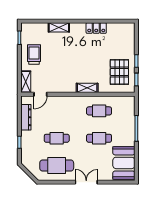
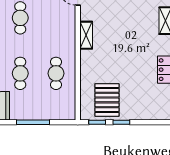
pallet: (119, 72) -> (107, 100), turned 90
shelving: (87, 88) -> (86, 35), moved

